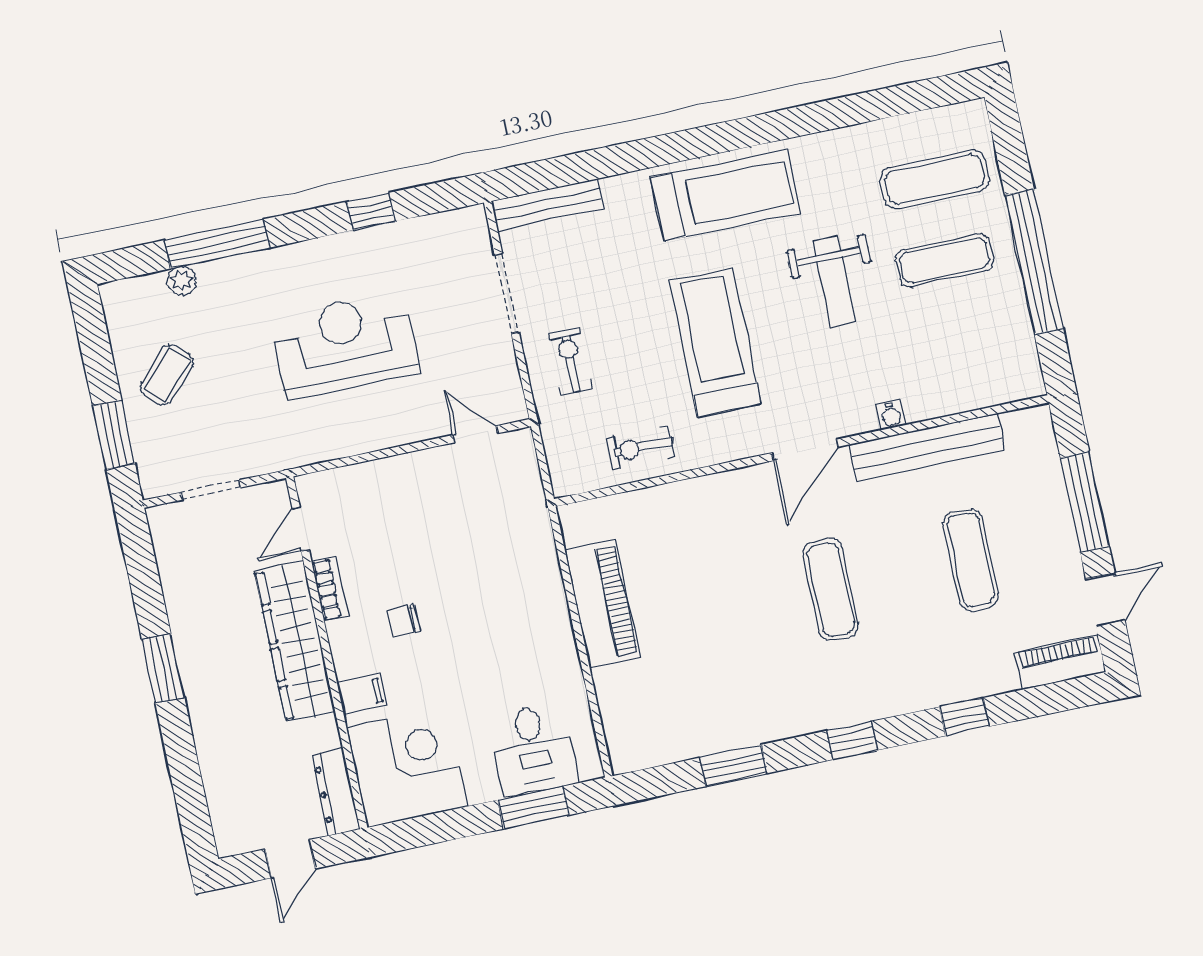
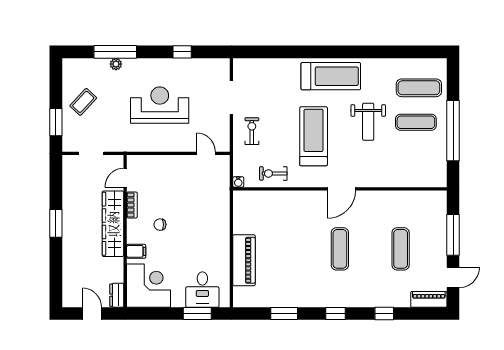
bench: (547, 205) -> (256, 64), removed
plant: (182, 281) -> (116, 64), moved
water cooler: (891, 415) -> (238, 182), moved
bench: (927, 447) -> (392, 198), removed
piano: (603, 604) -> (244, 260), moved
dresser: (336, 792) -> (117, 295), width x0.70
door: (290, 859) -> (92, 314), swing flipped

